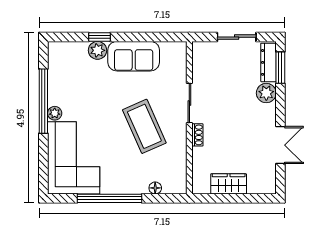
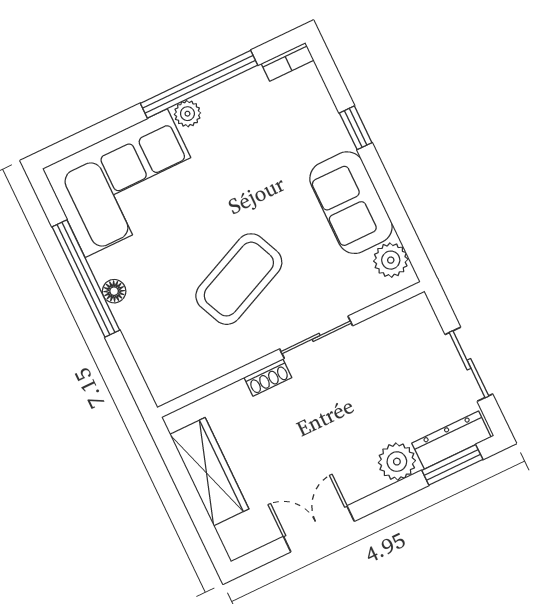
plant: (98, 50) -> (391, 260), moved
bookcase: (53, 54) -> (288, 62), added
double door: (280, 145) -> (319, 529), swing flipped
wardrobe: (229, 184) -> (209, 472), width x1.50
floor lamp: (155, 188) -> (114, 291), moved

